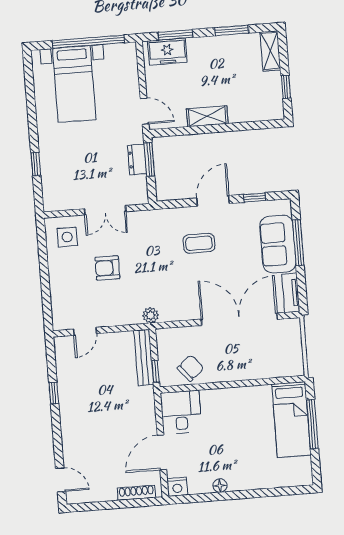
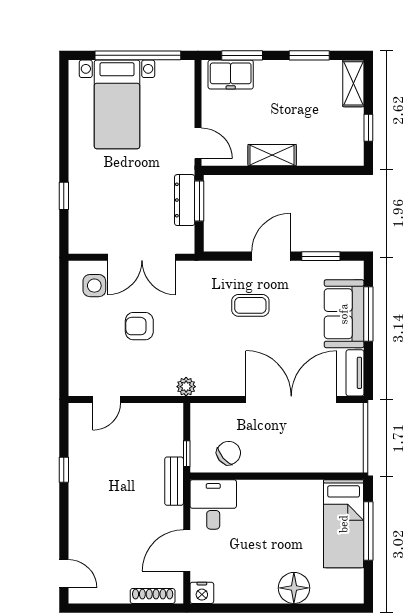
dresser: (137, 160) -> (185, 200), width x1.44
window: (255, 198) -> (321, 256), width x1.50
double door: (105, 210) -> (142, 257), width x1.37
bench: (144, 357) -> (174, 481), moved, width x0.73
floor lamp: (220, 486) -> (294, 588), moved, width x1.89, depth x1.89

